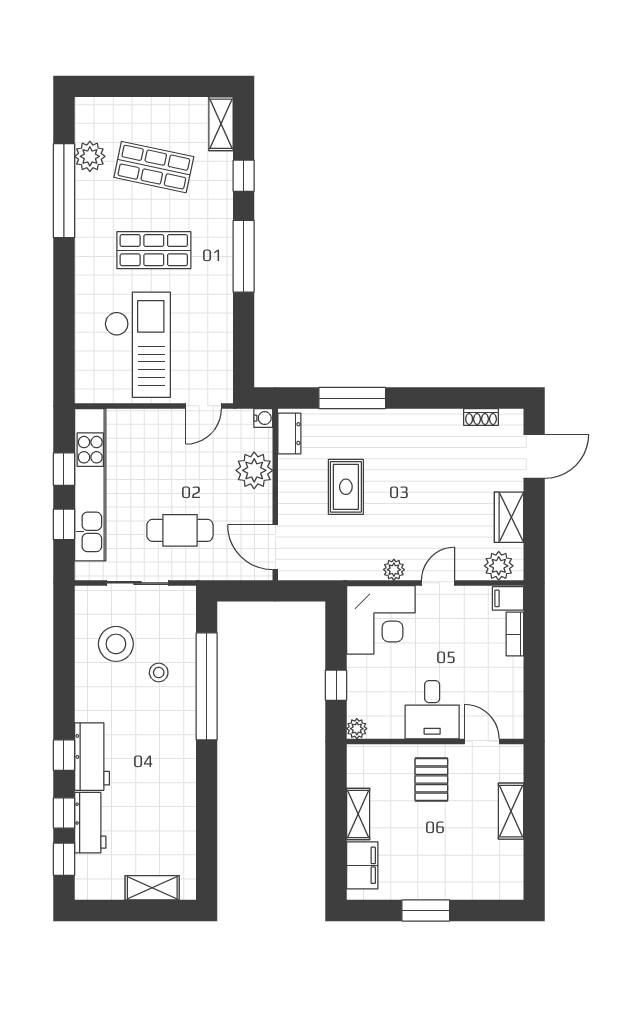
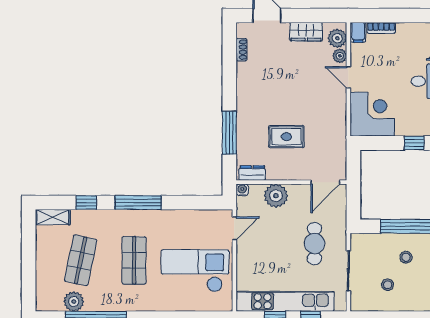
door: (204, 406) -> (234, 228), hinge flipped
plant: (394, 570) -> (340, 56), moved
stool: (116, 644) -> (388, 285), width x0.53, depth x0.53

